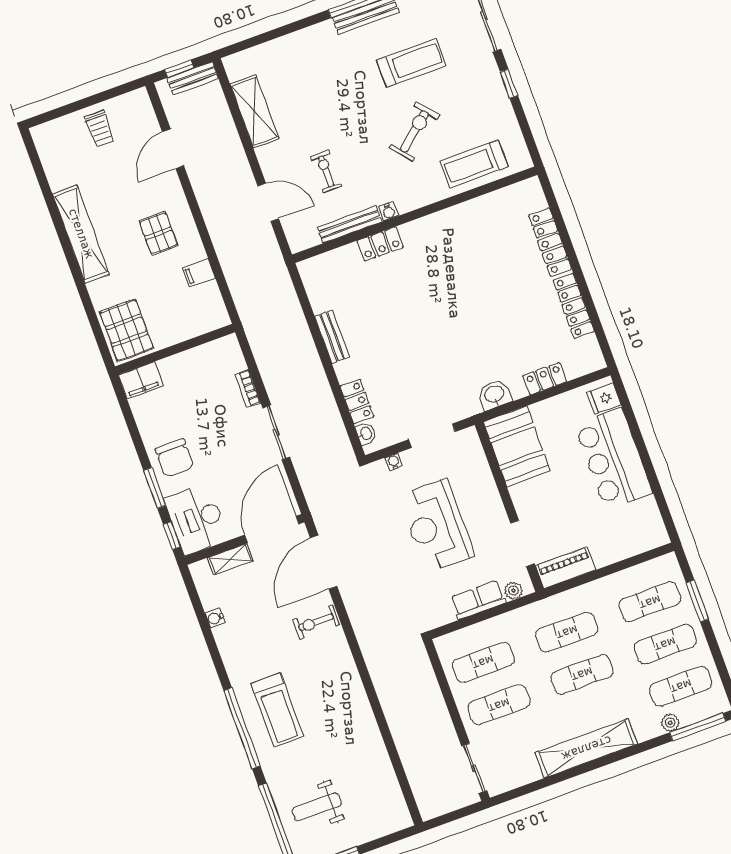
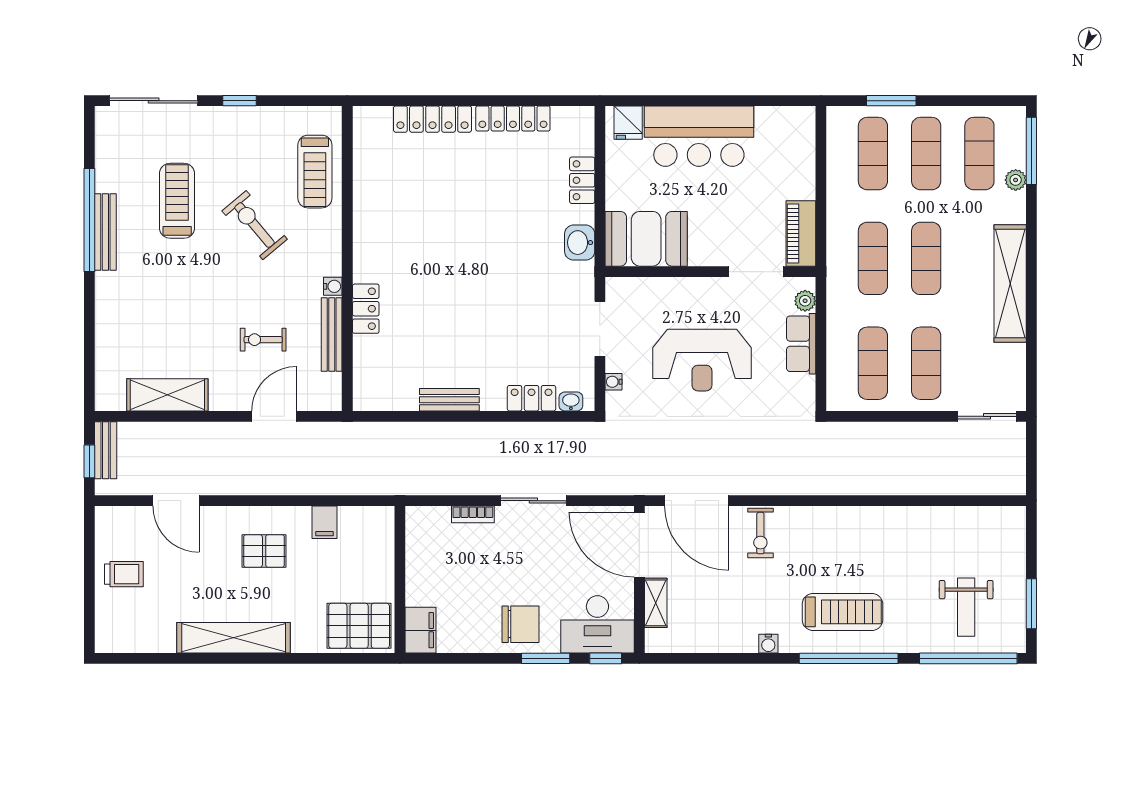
water cooler: (215, 618) -> (768, 644), moved

